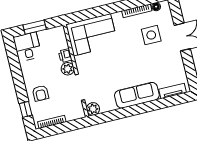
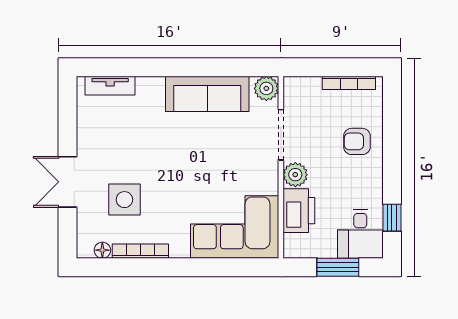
printer: (65, 56) -> (299, 211), width x1.87, depth x1.48
armchair: (40, 93) -> (357, 141), turned -90
sofa: (137, 95) -> (207, 94), moved
window: (26, 109) -> (392, 218), moved

